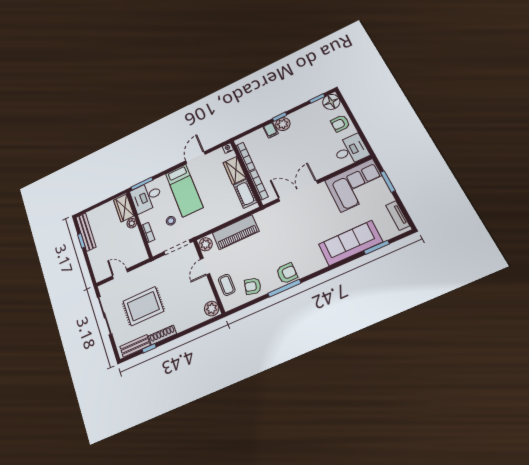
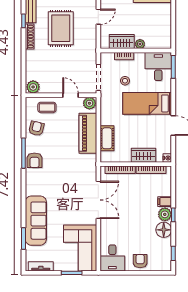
floor lamp: (331, 102) -> (164, 230), moved
cot: (245, 194) -> (107, 138), moved, turned 90
wardrobe: (124, 208) -> (122, 41), moved

